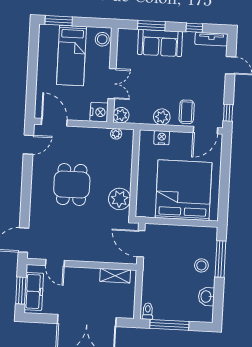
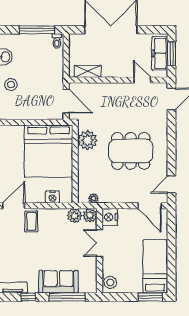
window: (151, 26) -> (67, 297), width x1.44
bed: (71, 55) -> (155, 266), moved
plant: (162, 117) -> (75, 216), moved
dining table: (72, 185) -> (131, 151), width x1.38
bed: (184, 190) -> (48, 151), moved

